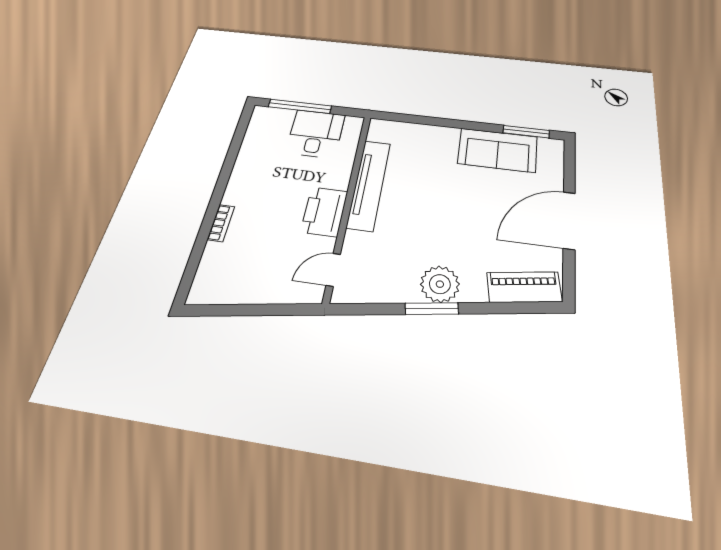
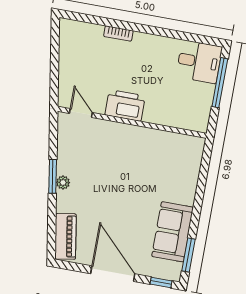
desk: (315, 134) -> (199, 62), moved
window: (570, 161) -> (161, 282), added
tv unit: (369, 184) -> (146, 137), removed
plant: (440, 284) -> (63, 183), width x0.53, depth x0.53

